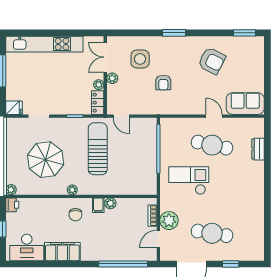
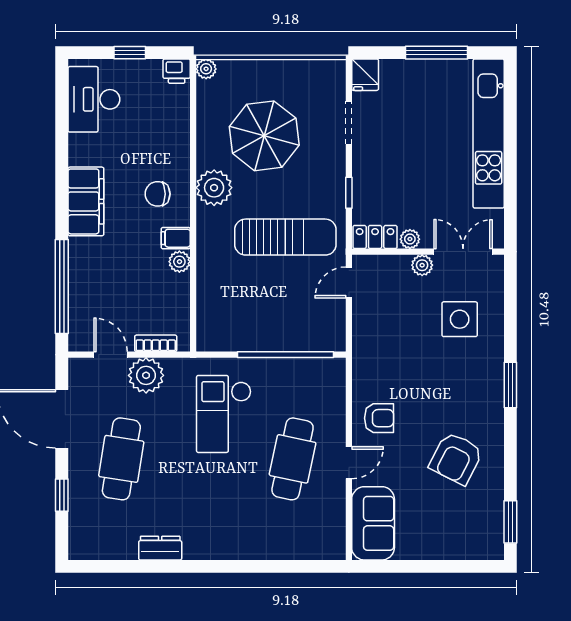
armchair: (163, 83) -> (379, 418), moved, turned 180
dresser: (258, 149) -> (160, 548), moved
checkout: (189, 181) -> (224, 414), turned 180
plant: (72, 190) -> (214, 188), width x1.88, depth x1.88
filing cabinet: (62, 252) -> (86, 201), moved

